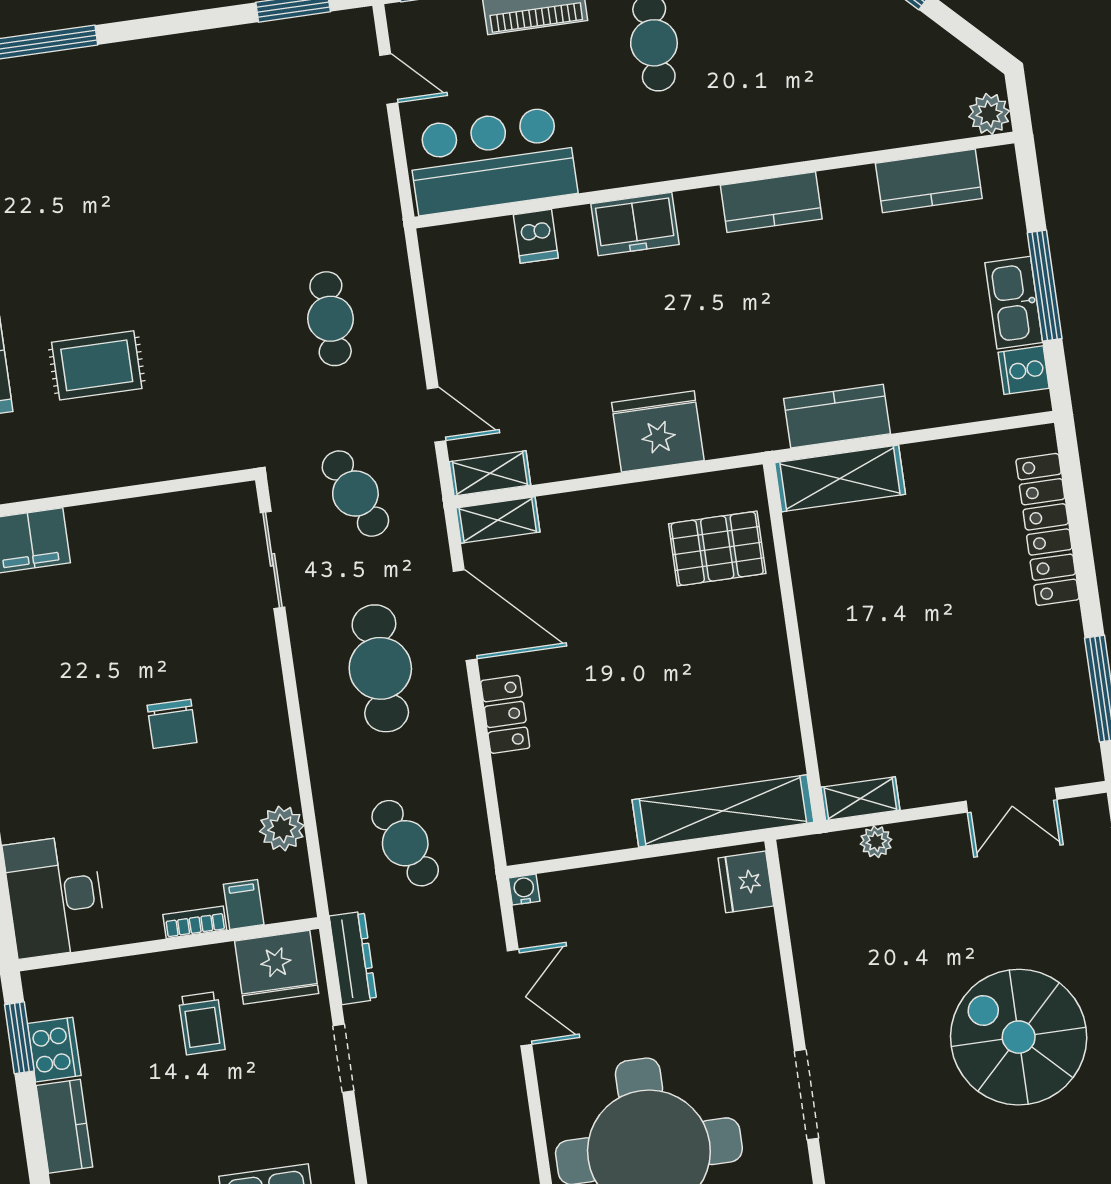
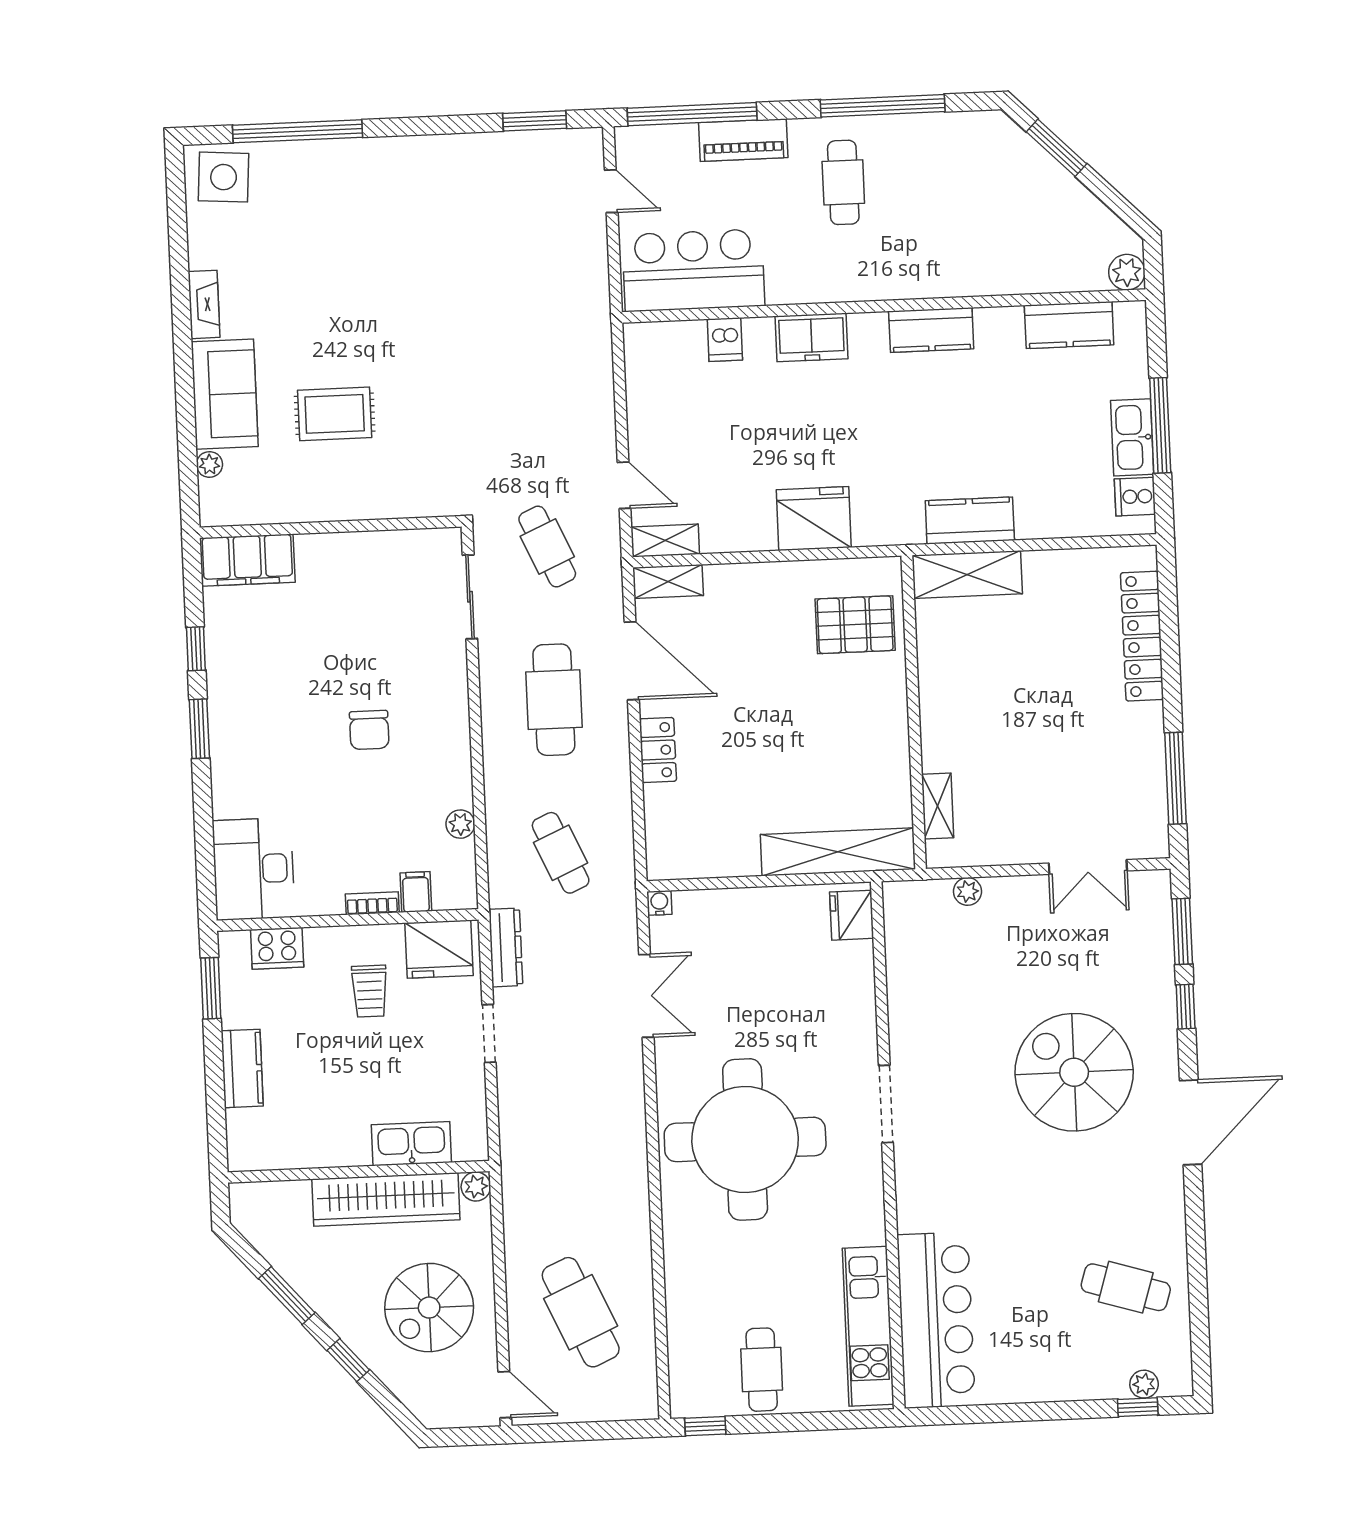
cafe table: (331, 319) -> (541, 393), removed
shelving: (860, 799) -> (938, 806), moved, turned 90
plant: (282, 828) -> (460, 824), width x0.73, depth x0.73
cooker: (54, 1050) -> (277, 948), moved, turned 90

